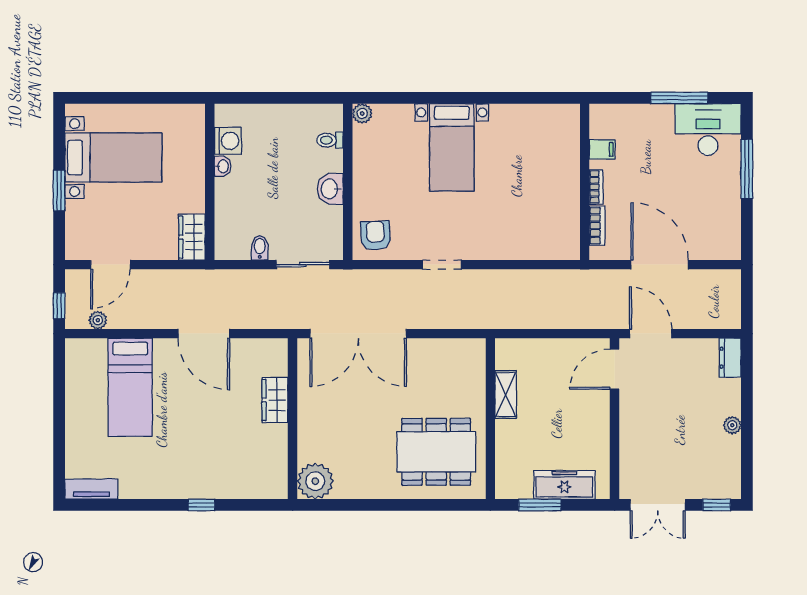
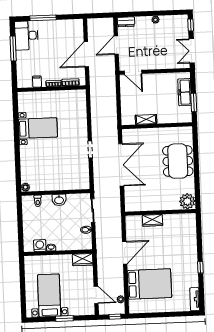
bed with nightstands: (452, 147) -> (38, 128), moved
armchair: (376, 236) -> (79, 179), removed
double door: (358, 334) -> (121, 165), moved
door: (651, 334) -> (116, 45), moved
bed: (130, 387) -> (149, 284), width x1.50
dining table: (436, 452) -> (178, 161), moved
window: (201, 505) -> (200, 267), moved
double door: (658, 505) -> (192, 51), swing flipped

